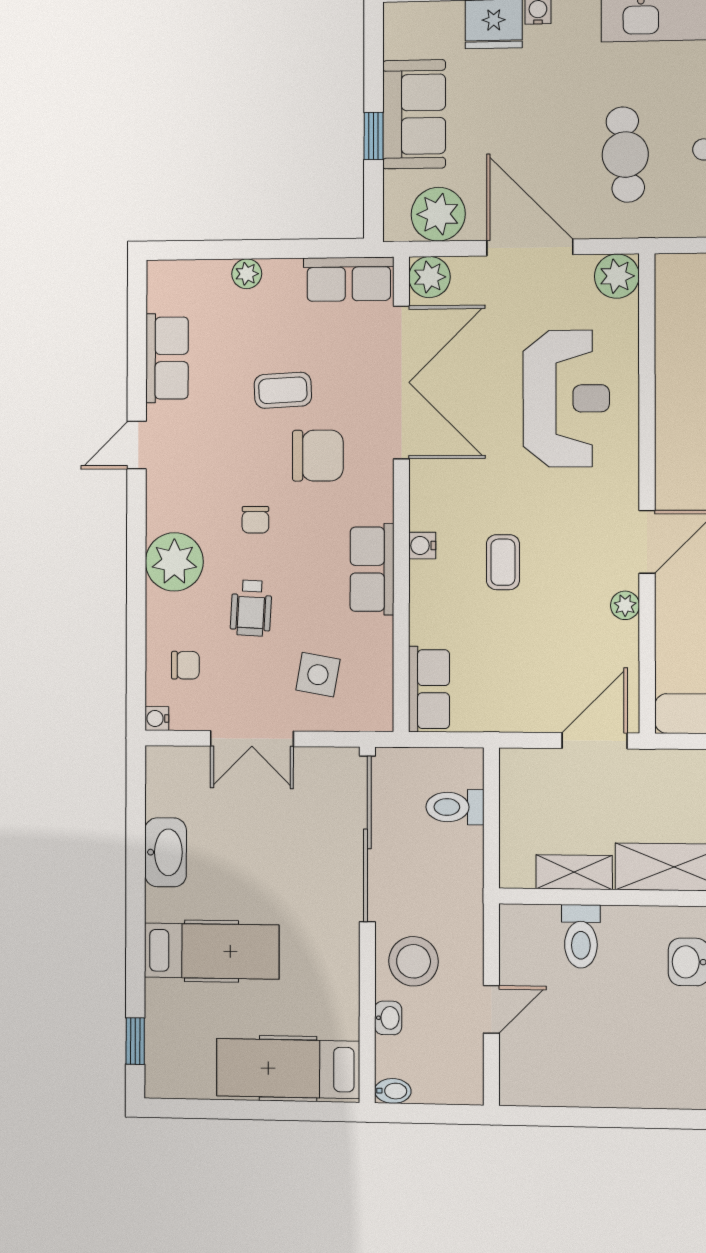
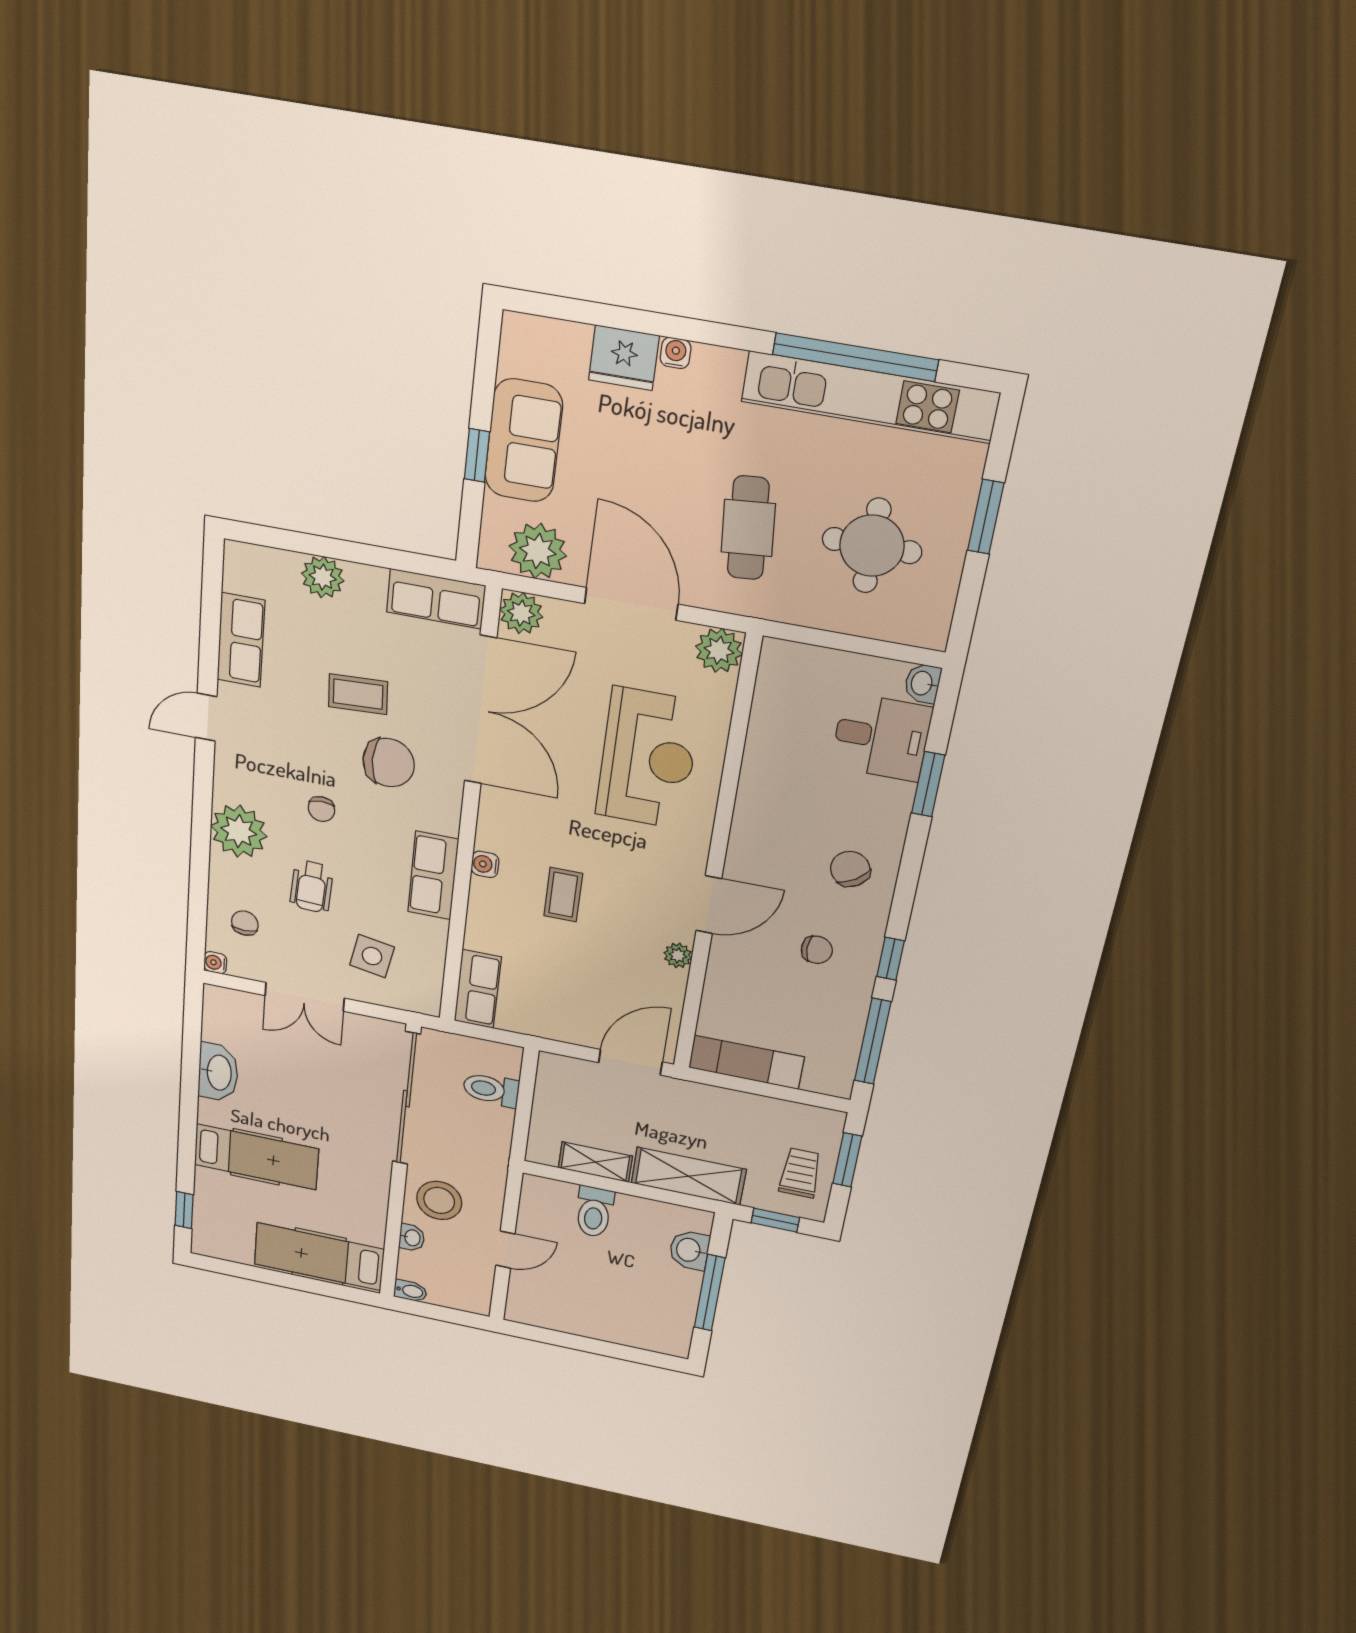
plant: (247, 274) -> (323, 577), width x1.38, depth x1.38
chair: (185, 665) -> (245, 923), turned -90

